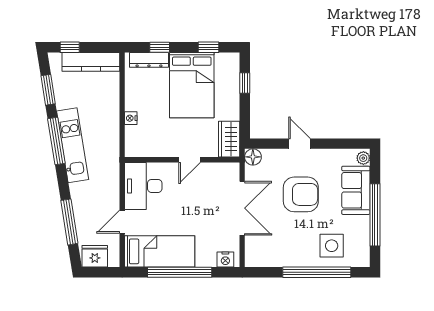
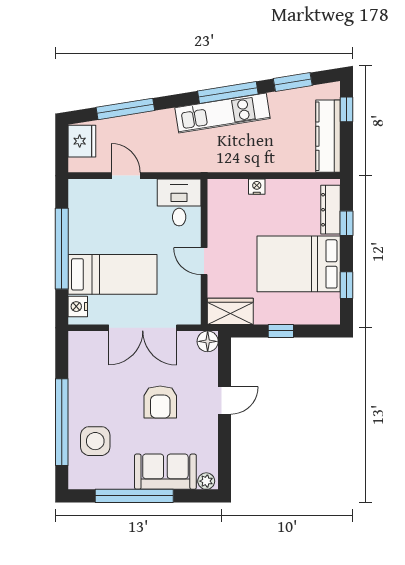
window: (245, 83) -> (281, 331), moved
desk: (143, 186) -> (179, 202), width x0.73
armchair: (301, 194) -> (160, 402), width x0.73, depth x0.73
bed: (160, 251) -> (112, 274), moved, turned -90

